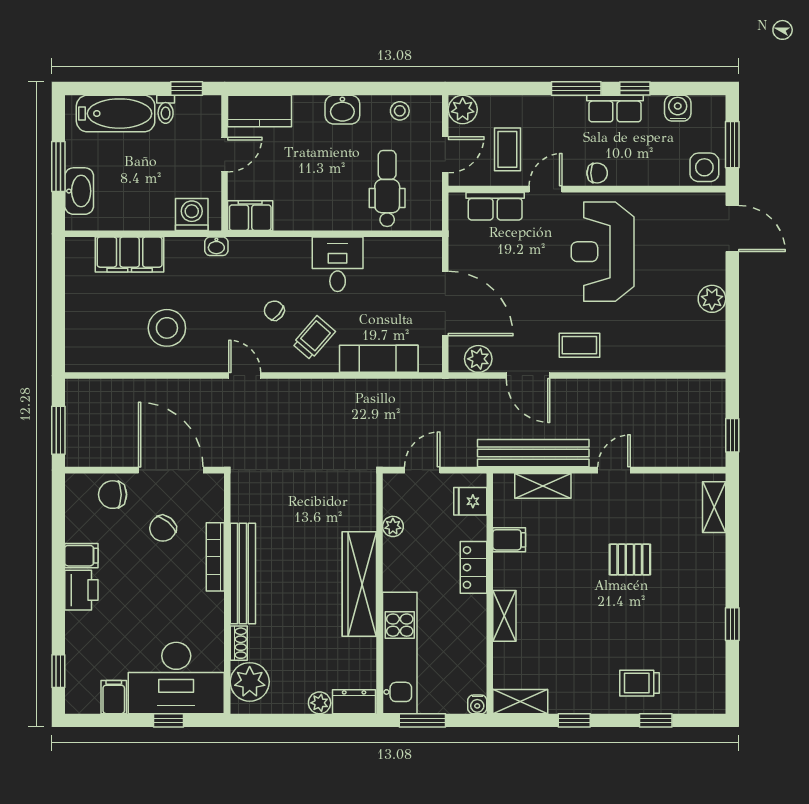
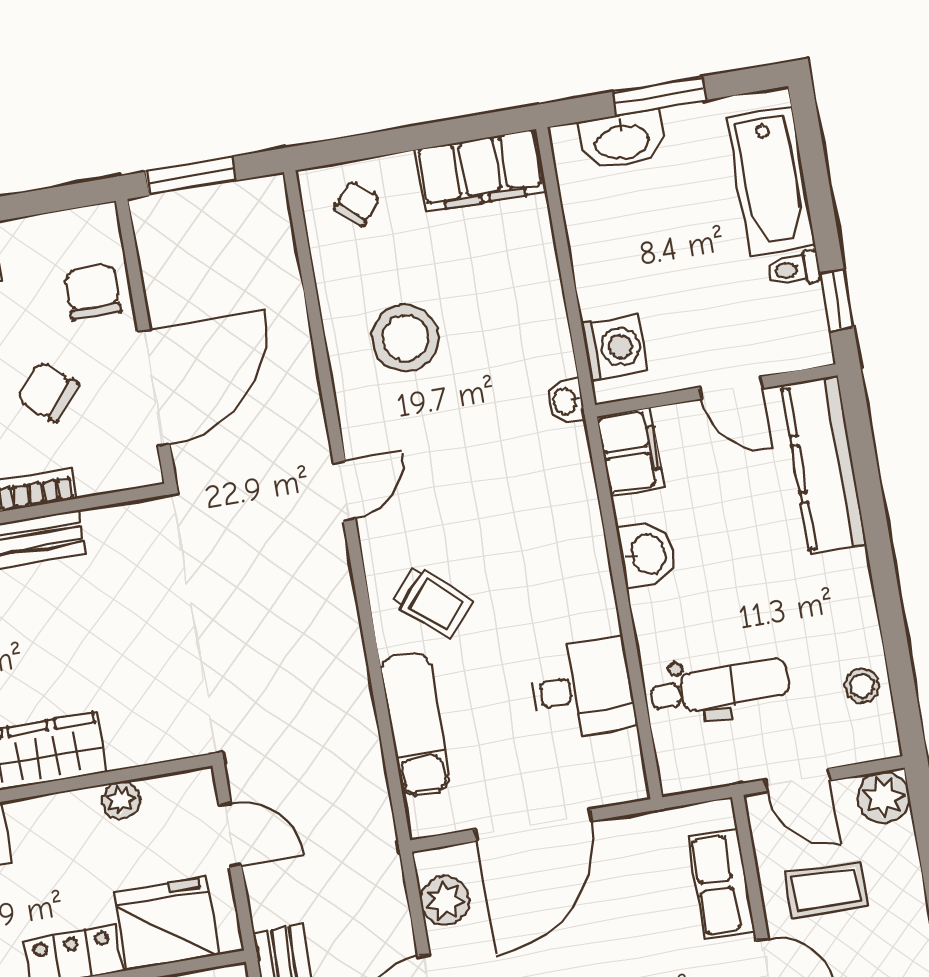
washbasin: (342, 110) -> (647, 554), moved, turned 180
kitchen counter: (260, 111) -> (824, 465), width x1.50
filing cabinet: (130, 255) -> (481, 171), moved, turned -90
desk: (338, 264) -> (582, 689), moved
chair: (274, 311) -> (357, 203), moved
fridge: (470, 501) -> (166, 924), width x1.88, depth x1.34

